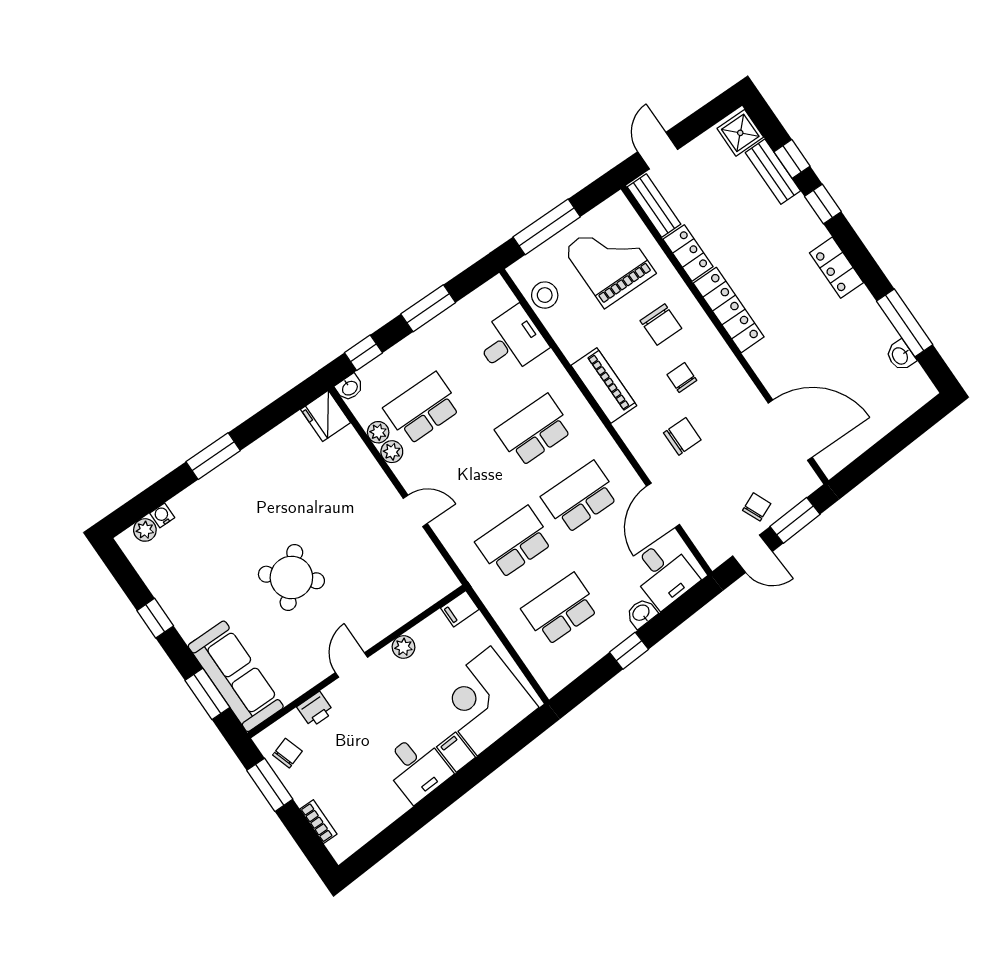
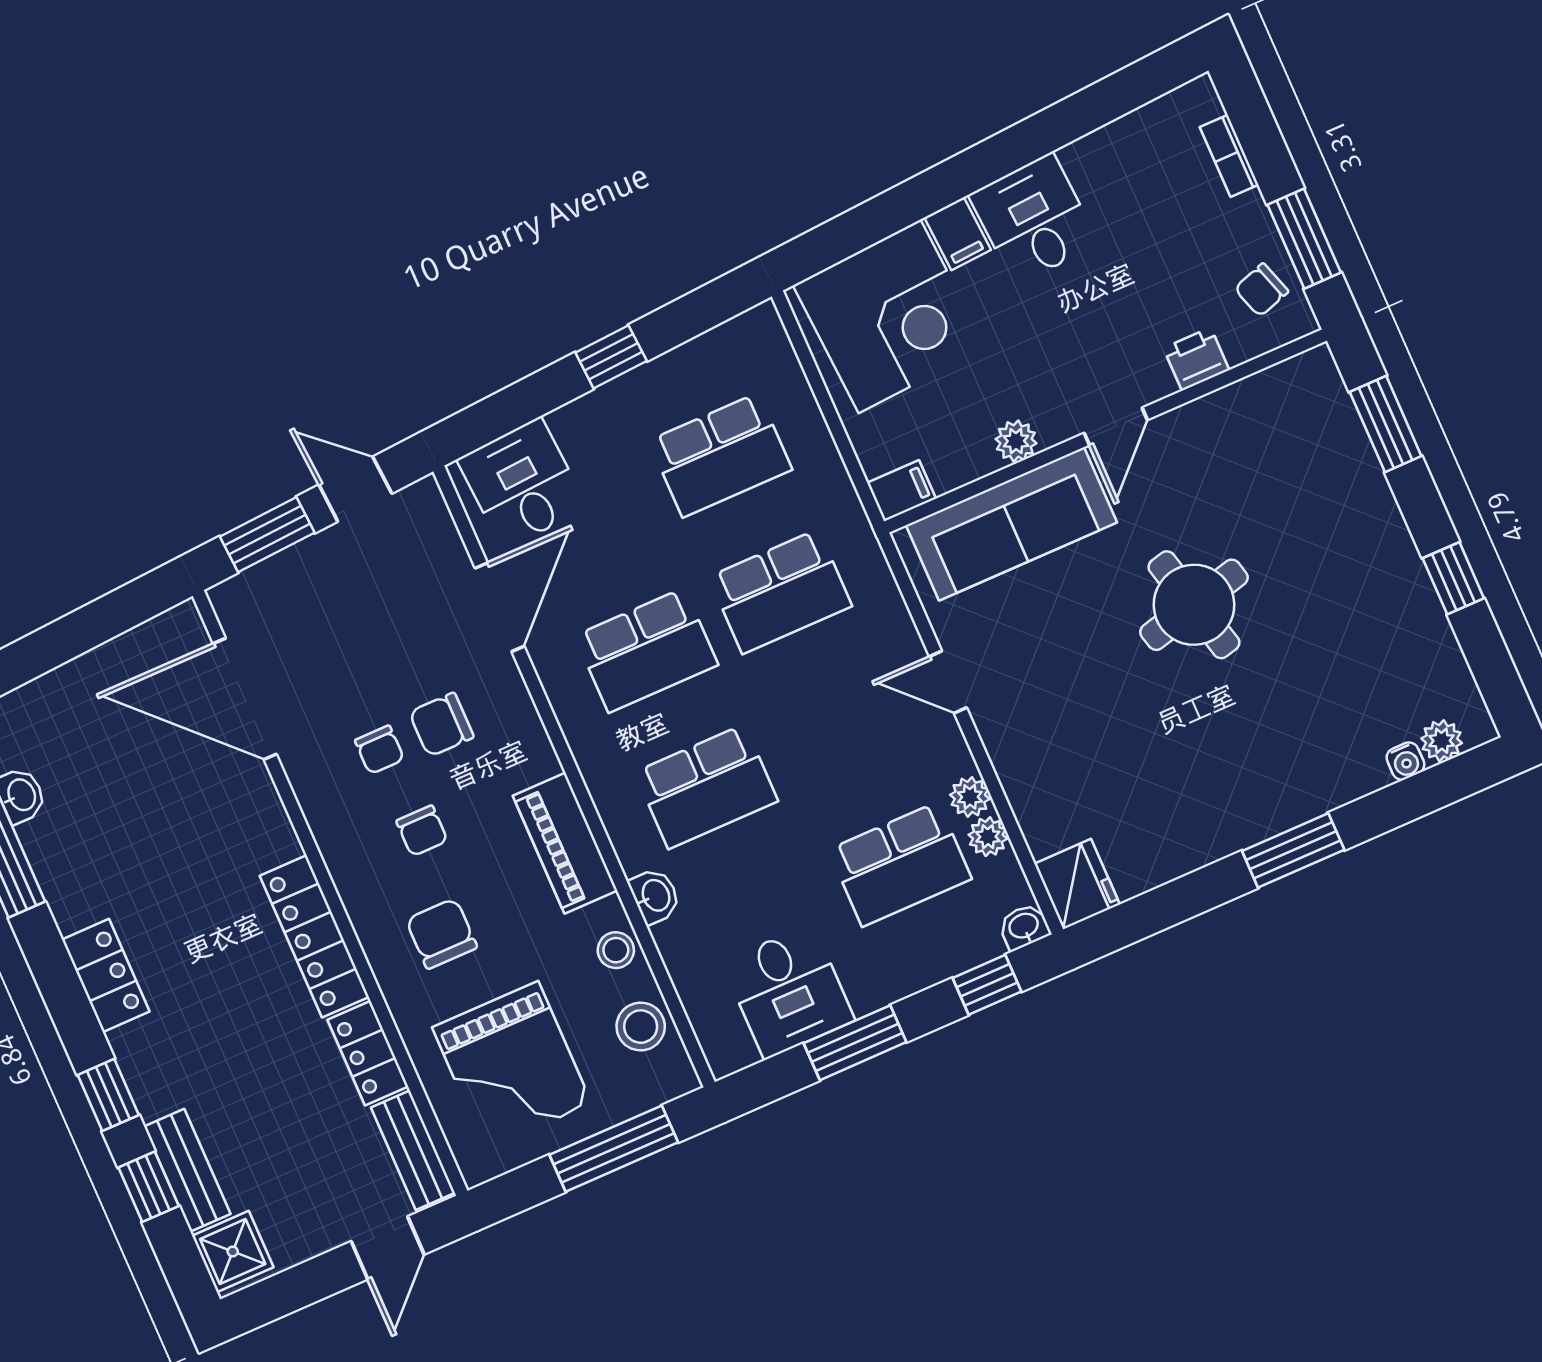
stool: (566, 333) -> (616, 950), added
desk: (511, 342) -> (788, 991), moved, turned -90
chair: (757, 507) -> (379, 750), moved, turned -66
round table: (291, 577) -> (1194, 605), turned 34
washbasin: (641, 613) -> (655, 896), moved, turned -86
sofa: (236, 676) -> (1011, 524), moved, turned -90

